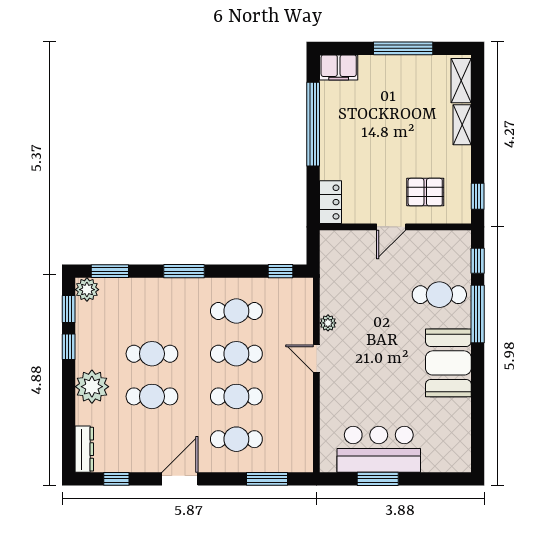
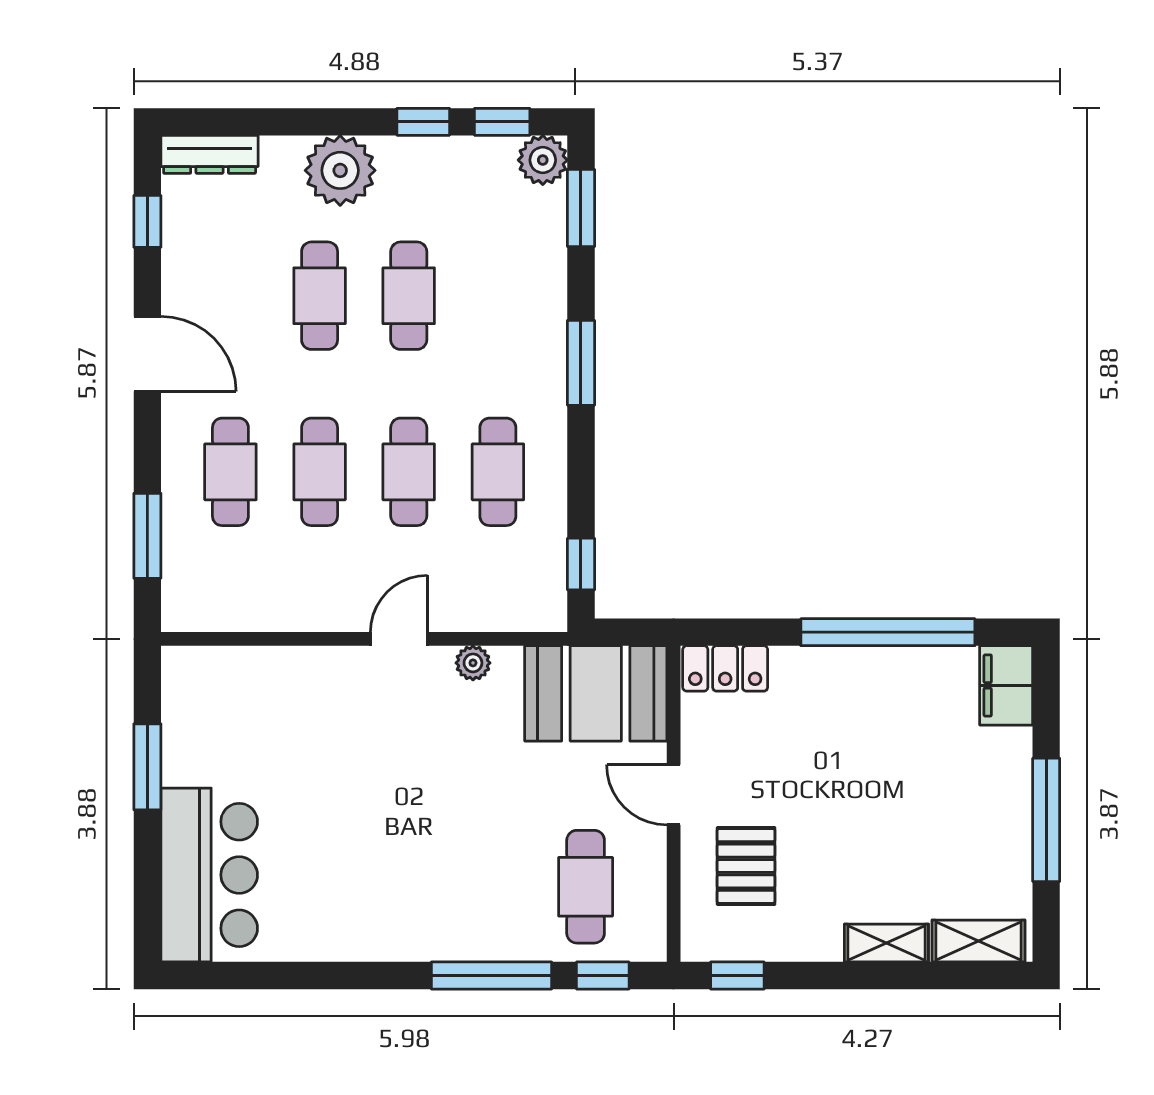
cafe table: (439, 295) -> (586, 887), moved
booth: (448, 363) -> (596, 693), moved
bar counter: (379, 449) -> (209, 875), moved

